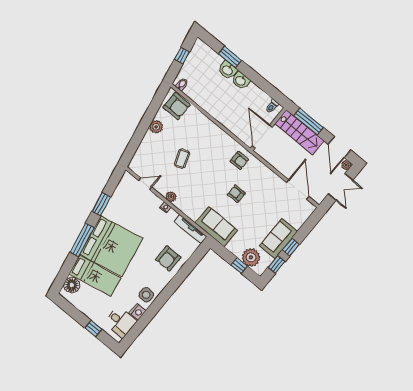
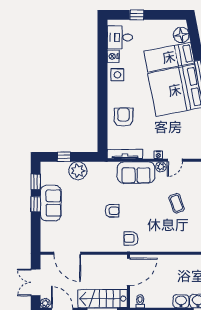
door: (262, 136) -> (128, 272), hinge flipped
door: (145, 184) -> (175, 160), moved
sofa: (216, 227) -> (136, 173), moved
plant: (251, 257) -> (78, 171), moved

